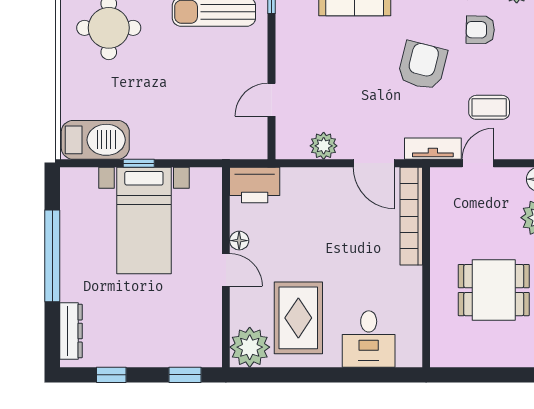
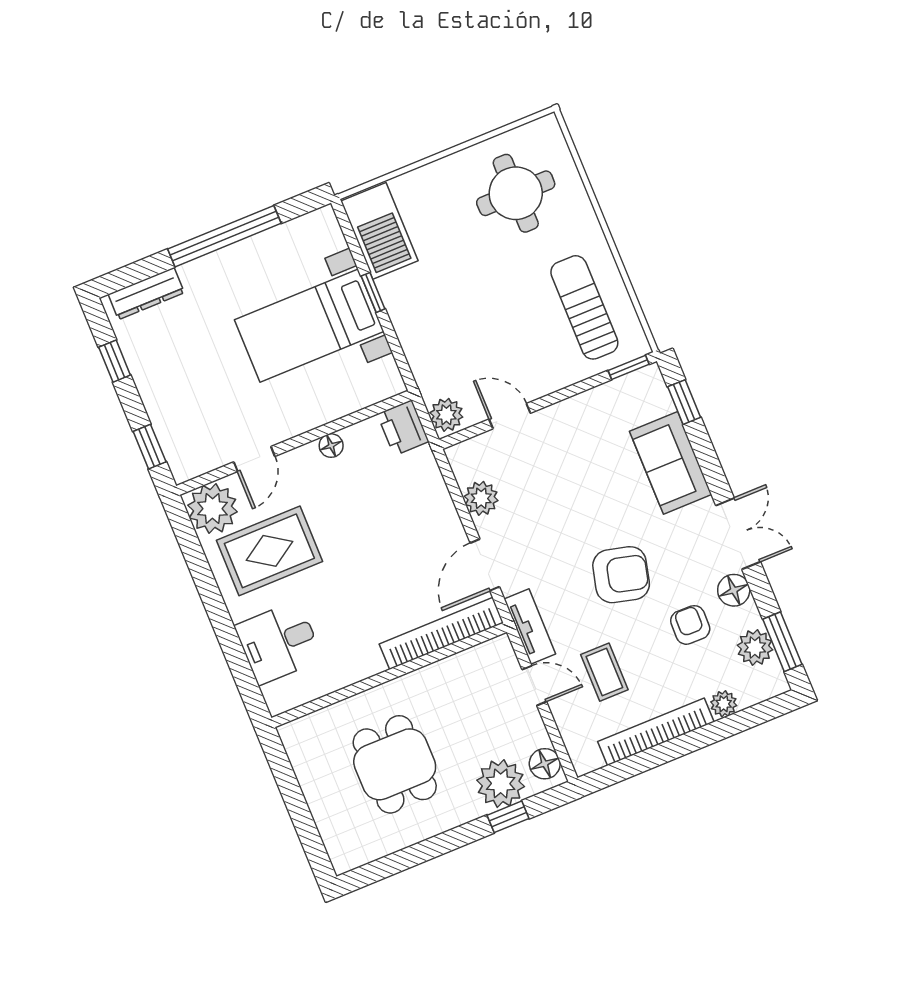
plant: (251, 146) -> (446, 415), added
printer: (255, 185) -> (403, 428), width x0.73, depth x0.84
door: (226, 270) -> (254, 459), moved

